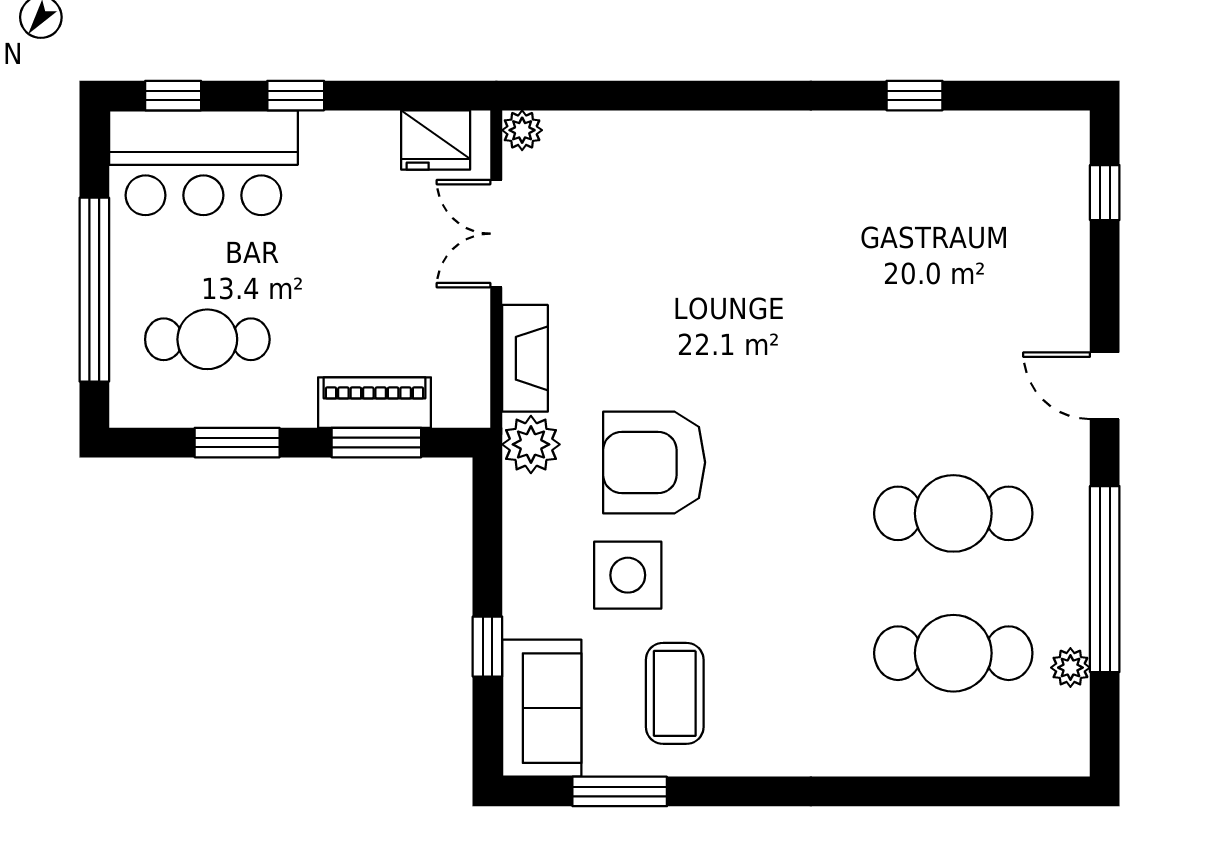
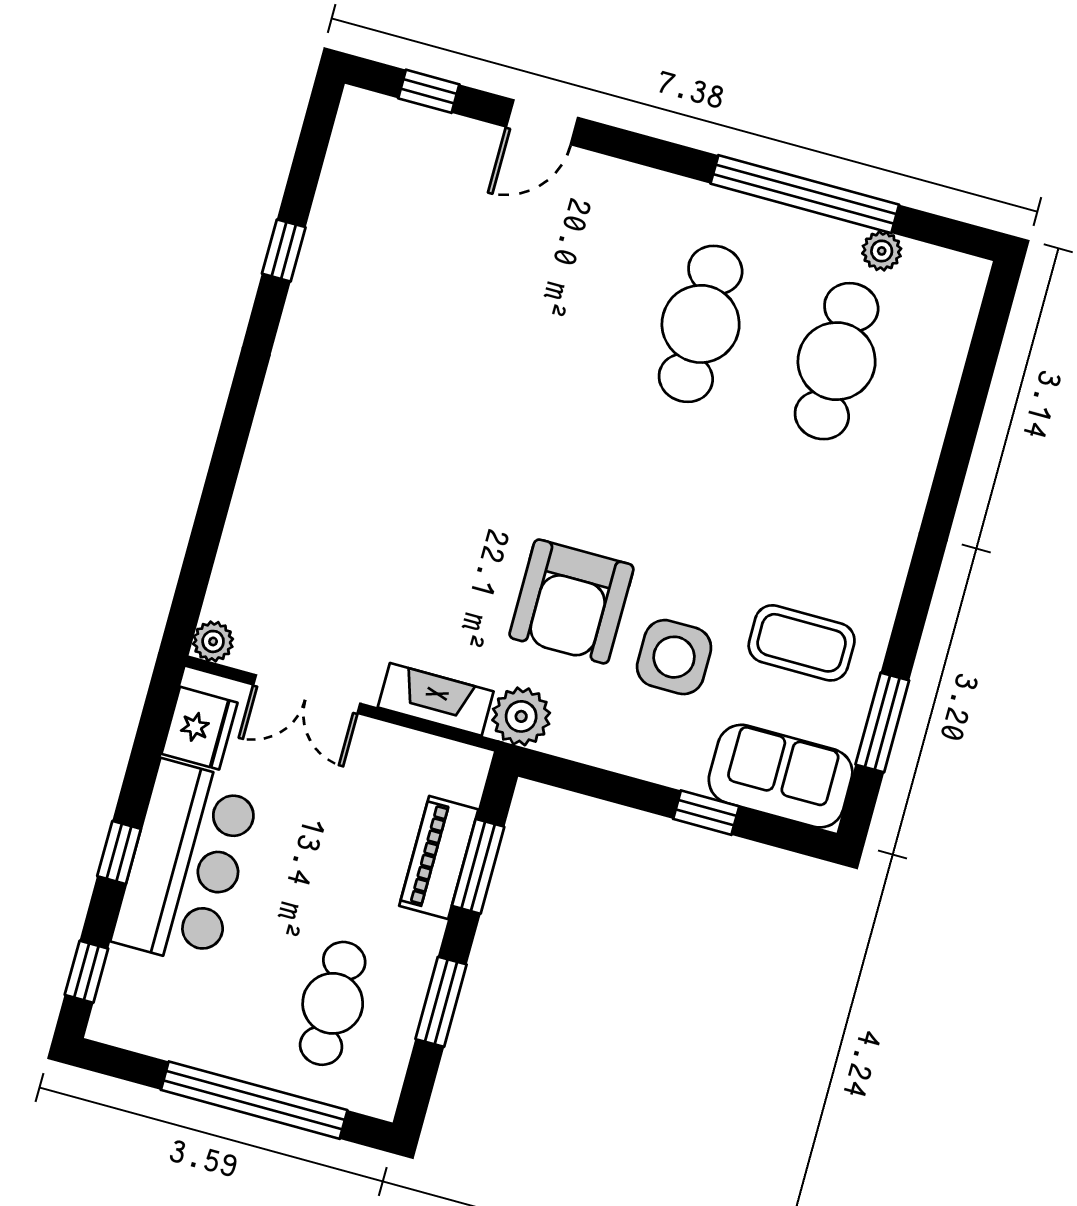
bar counter: (203, 163) -> (186, 863), moved
door: (1105, 386) -> (542, 122), moved

